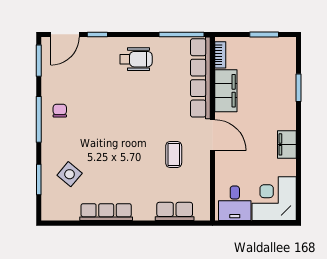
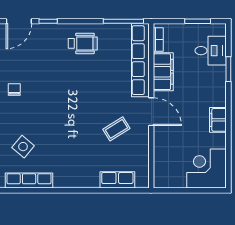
coffee table: (174, 154) -> (116, 129), turned 58
desk: (235, 203) -> (211, 51), moved, turned -90
row of seats: (106, 212) -> (29, 181), moved

